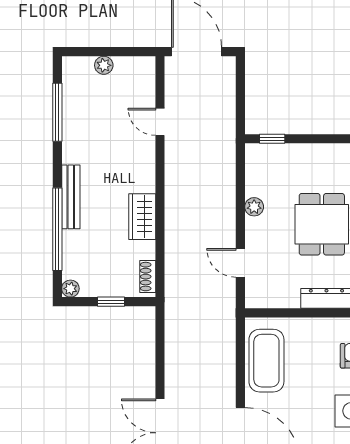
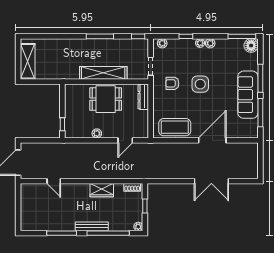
plant: (104, 65) -> (25, 210), removed
window: (57, 112) -> (62, 233), moved
door: (160, 122) -> (54, 181), hinge flipped

